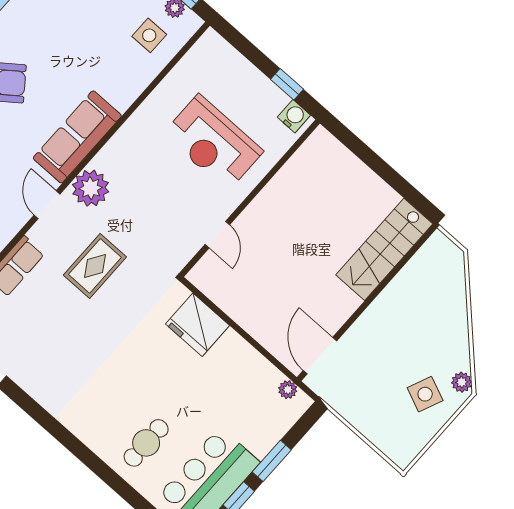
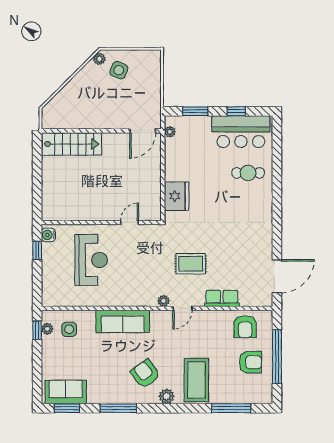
sofa: (77, 137) -> (123, 321), moved
plant: (91, 188) -> (164, 301), width x0.53, depth x0.53
window: (272, 461) -> (195, 111), moved

